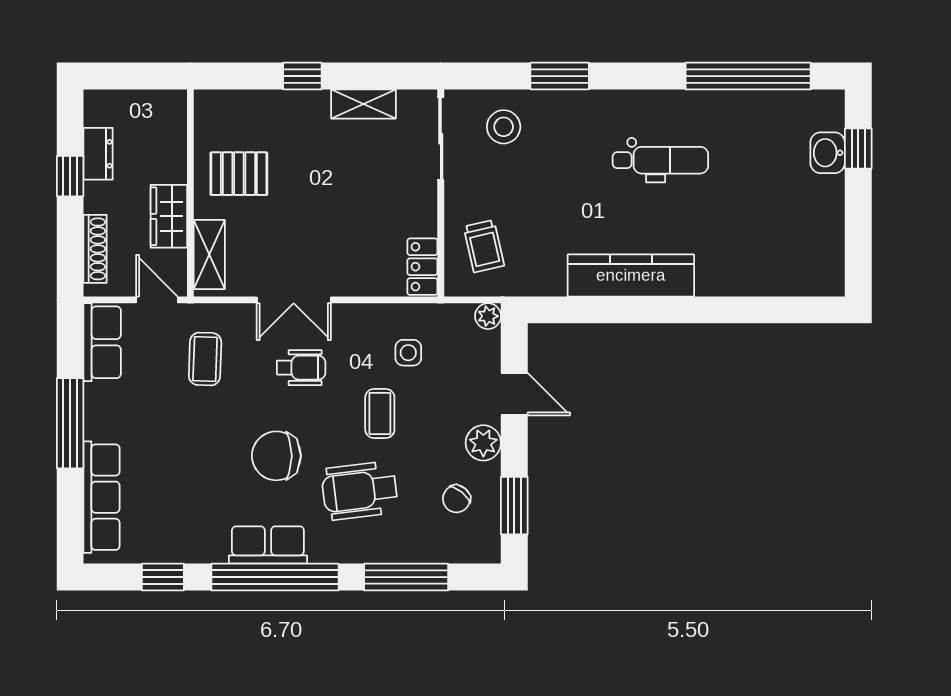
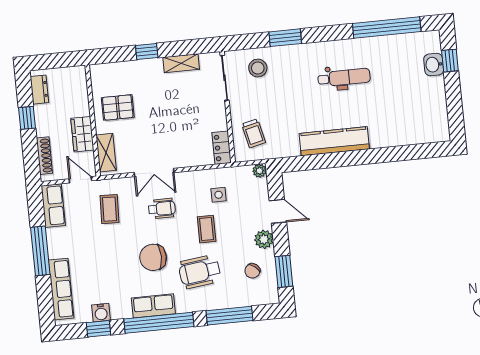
dresser: (98, 154) -> (39, 90), moved
water cooler: (170, 548) -> (101, 313), added

